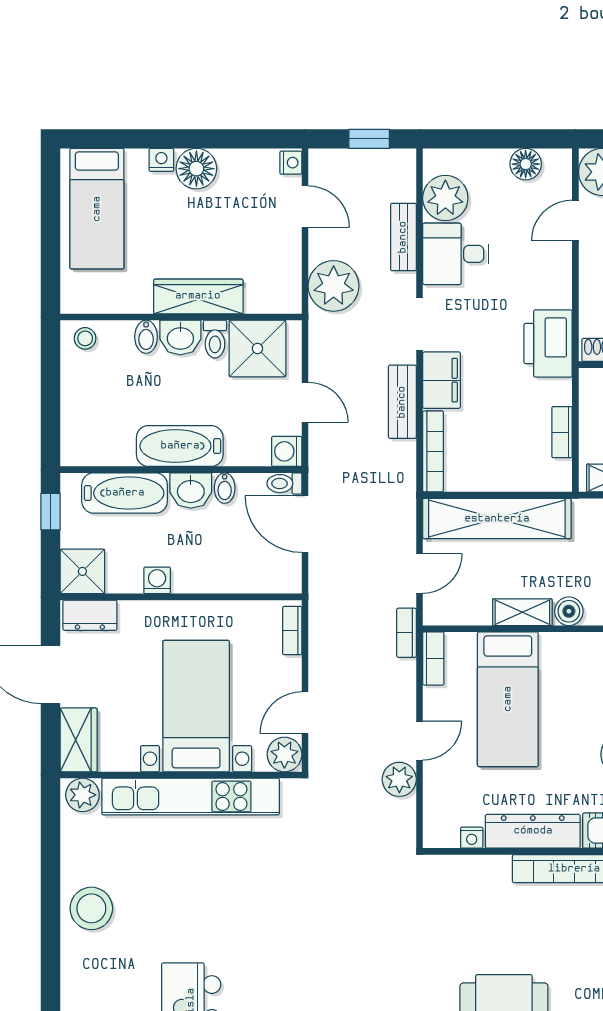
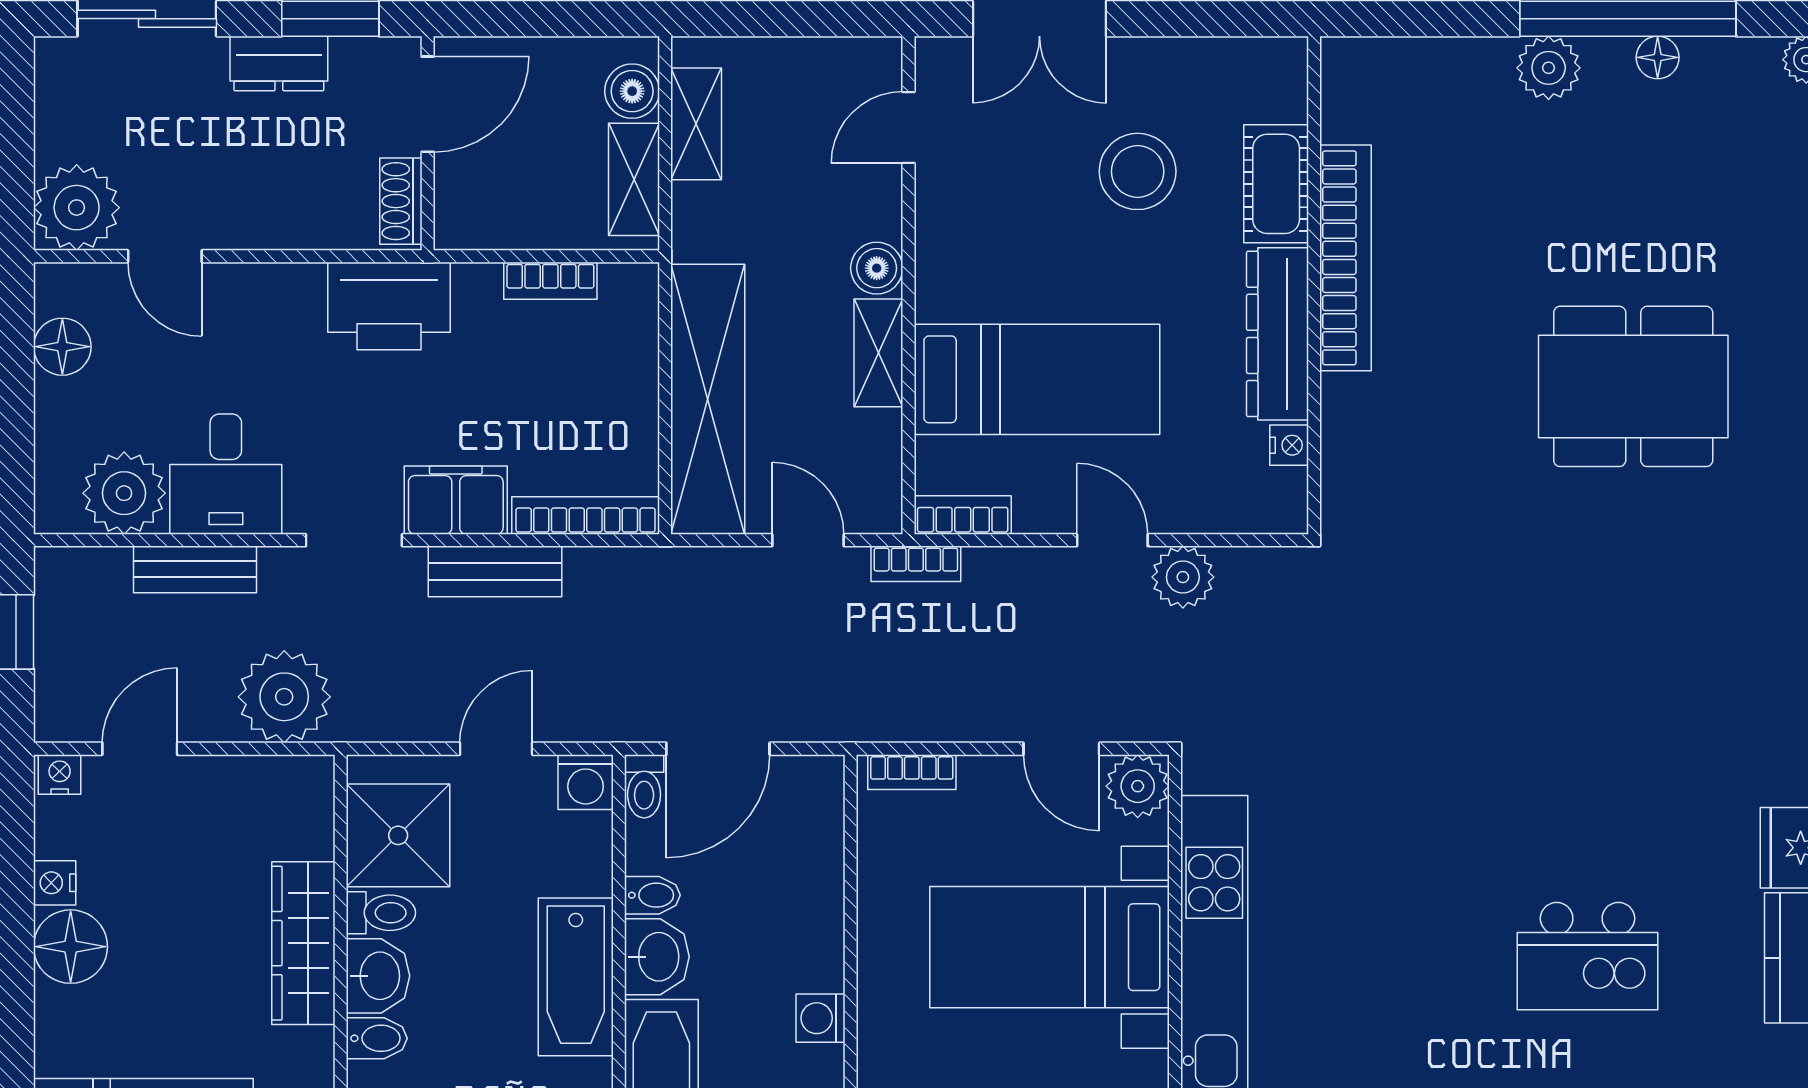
nightstand: (161, 160) -> (55, 883), moved

